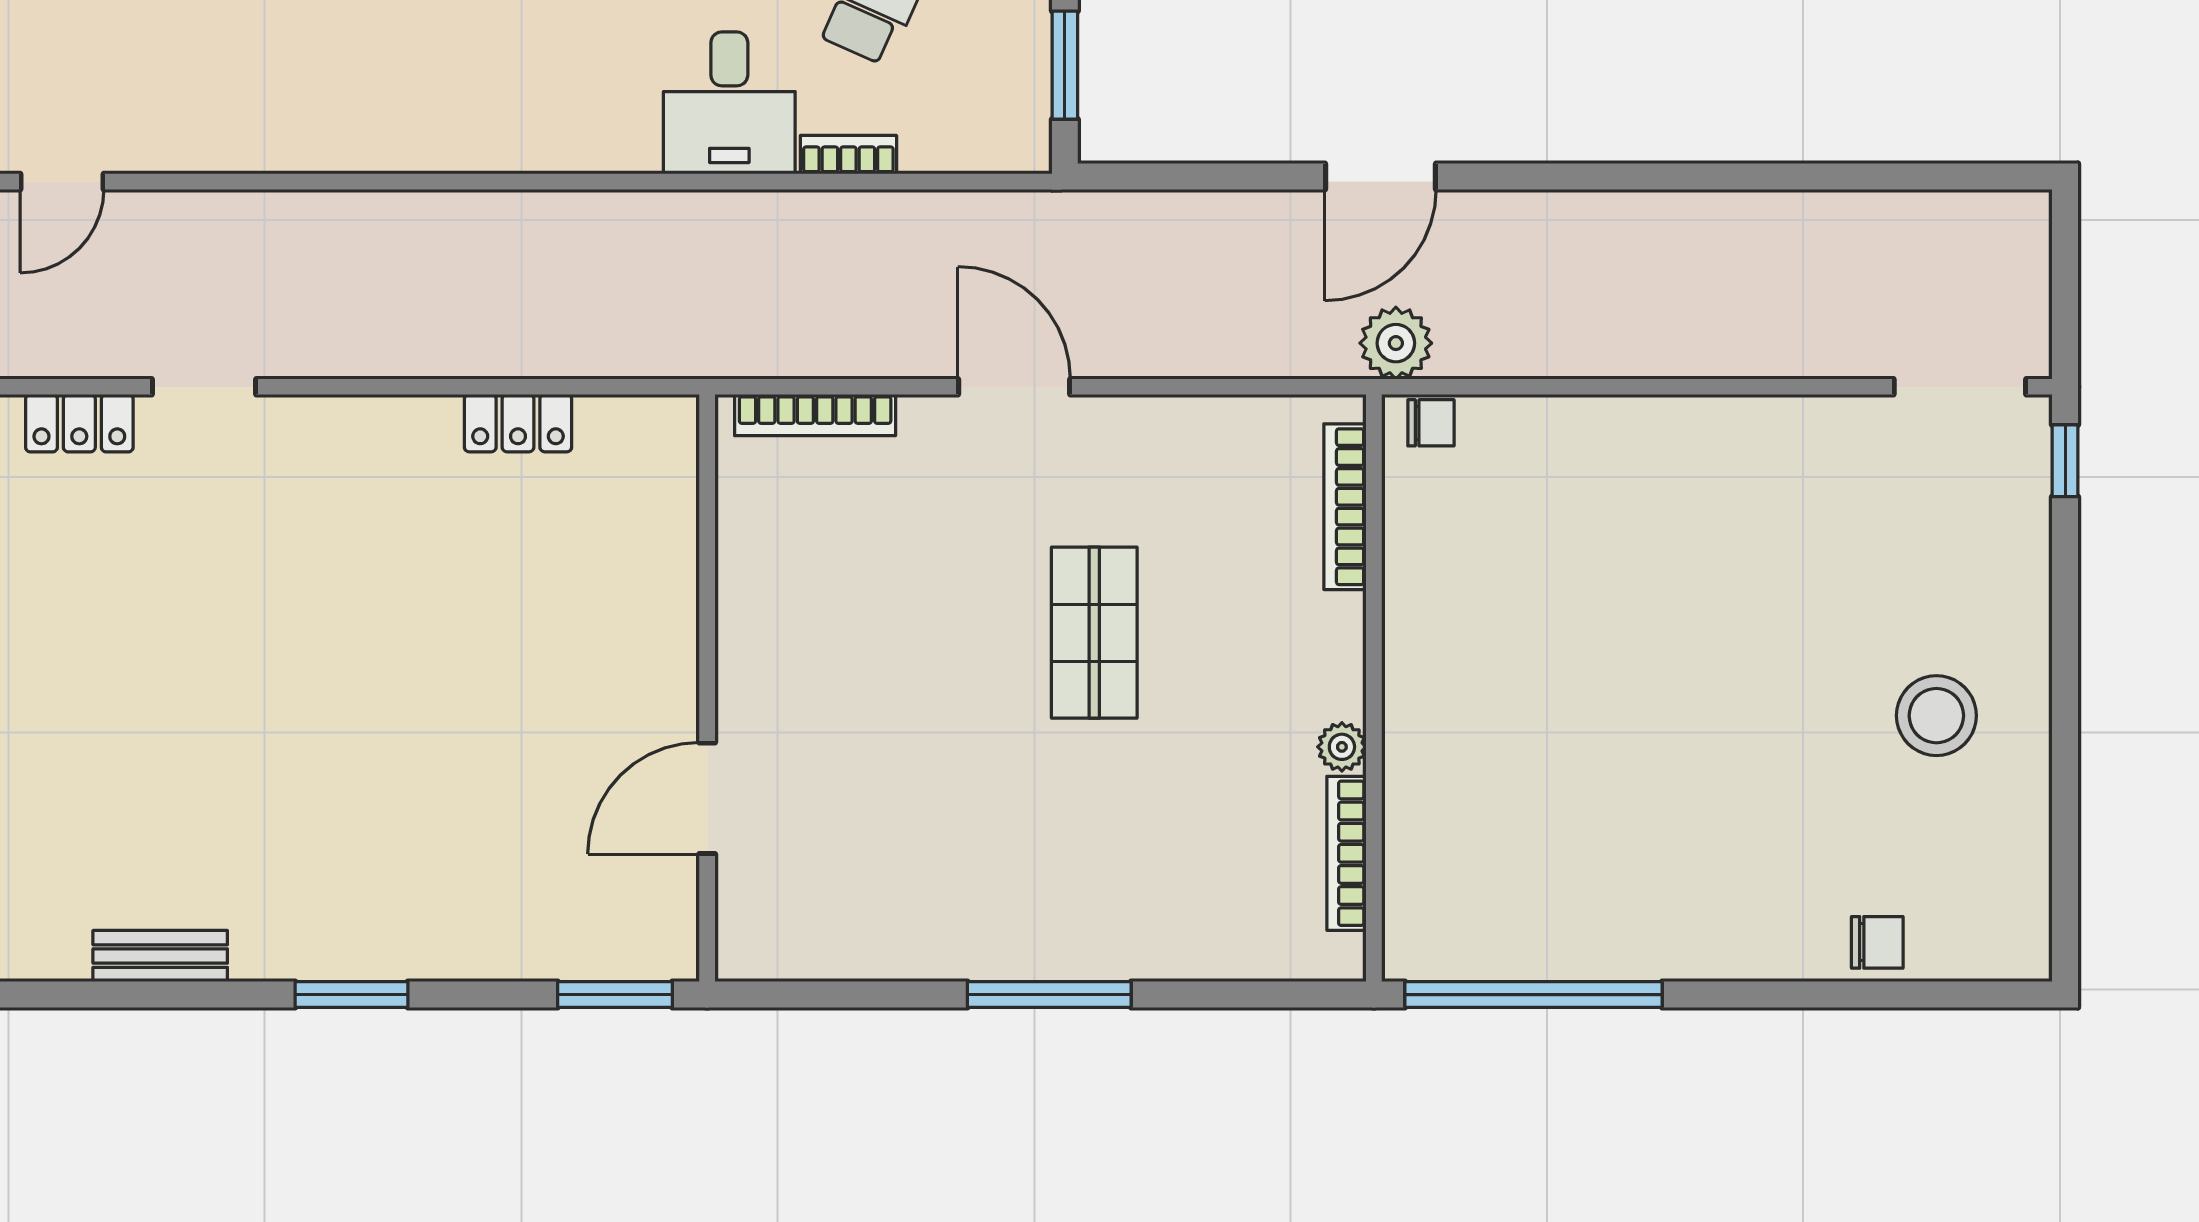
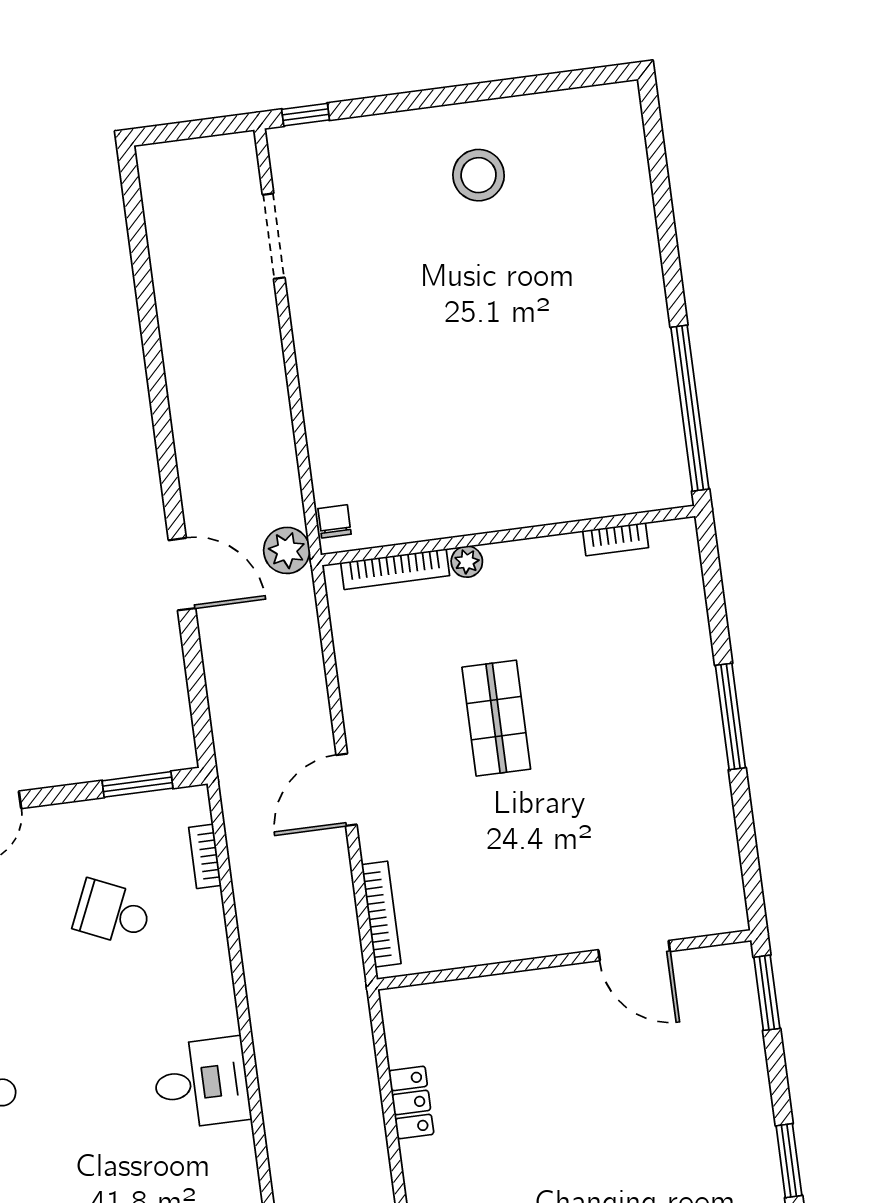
desk: (729, 103) -> (201, 1083), moved
bookcase: (848, 155) -> (205, 856), moved
doorway: (1960, 387) -> (274, 236), moved
shop shelf: (1094, 633) -> (496, 718), turned 90
plant: (1342, 747) -> (467, 562), moved
bookcase: (1346, 853) -> (616, 539), width x0.64
chair: (1877, 942) -> (628, 194), removed

